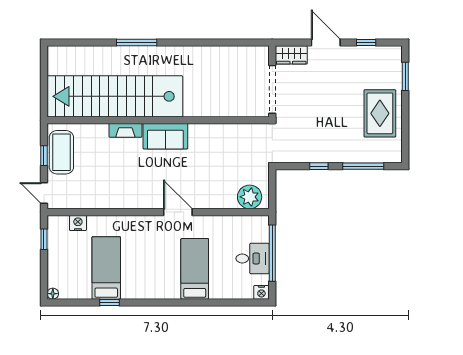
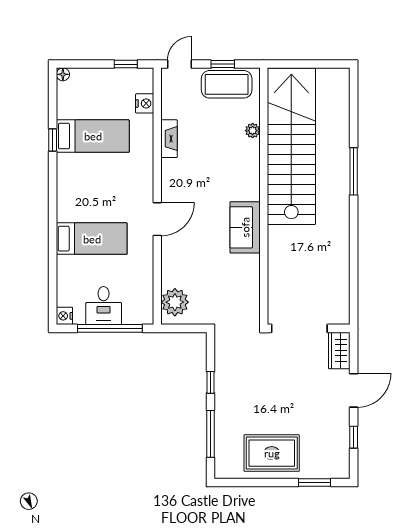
plant: (101, 130) -> (253, 131), added
fireplace: (125, 130) -> (169, 139), moved, turned 180
sofa: (165, 136) -> (245, 227), moved

